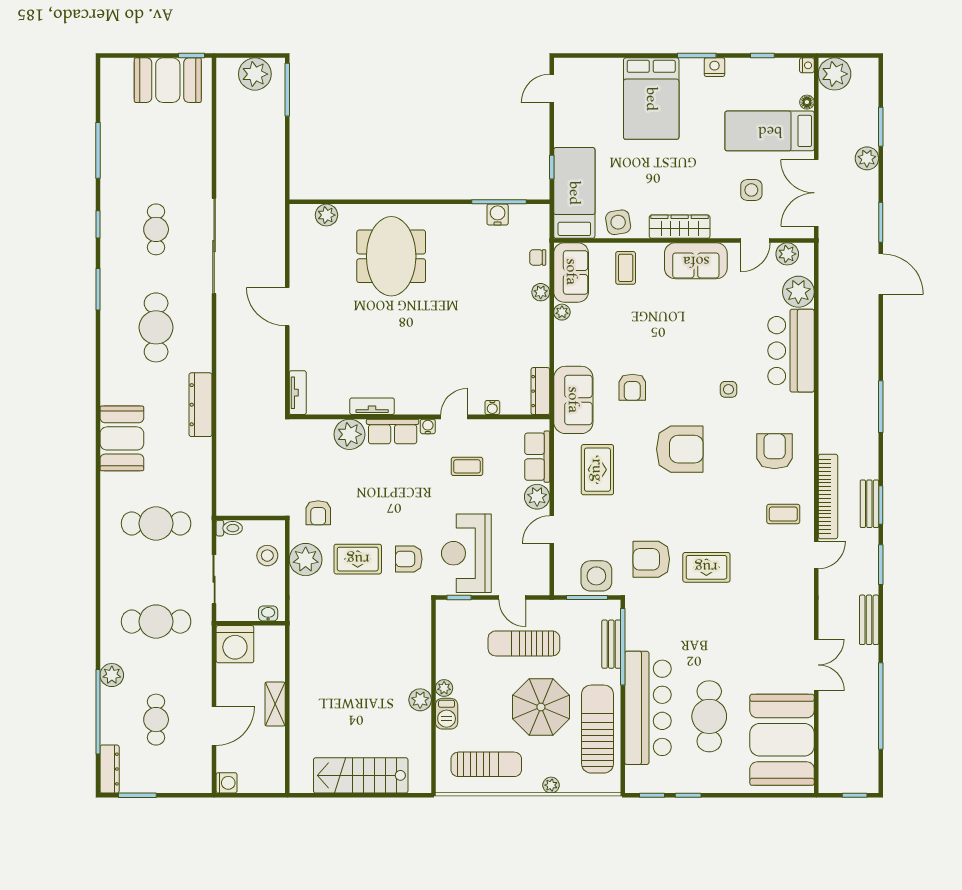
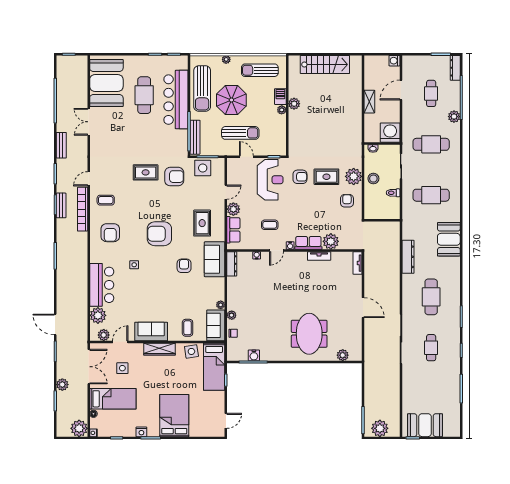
wall: (251, 518) -> (382, 220), moved
bench: (611, 644) -> (195, 137), width x1.36

